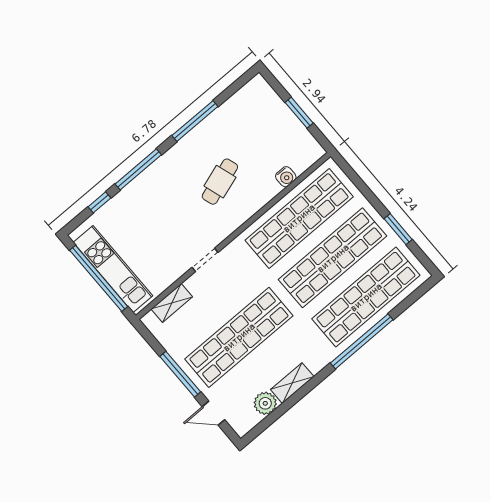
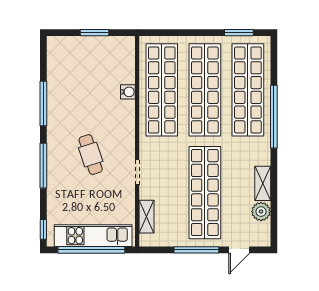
water cooler: (286, 177) -> (128, 92), moved
cafe table: (220, 182) -> (91, 155), moved
window: (99, 202) -> (43, 229), moved
window: (398, 229) -> (239, 33), moved

